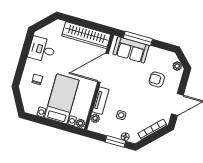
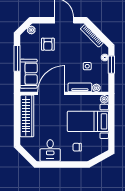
window: (138, 38) -> (17, 58), moved
door: (103, 68) -> (51, 93), swing flipped

